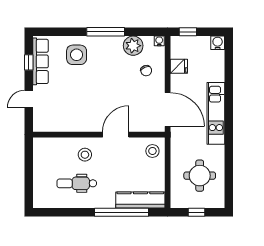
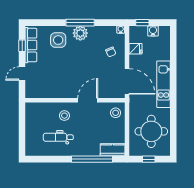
water cooler: (218, 43) -> (153, 31), moved
plant: (133, 46) -> (80, 33), moved
round table: (200, 176) -> (151, 131), width x1.36, depth x1.36
kitchen counter: (140, 200) -> (113, 150), width x0.67

